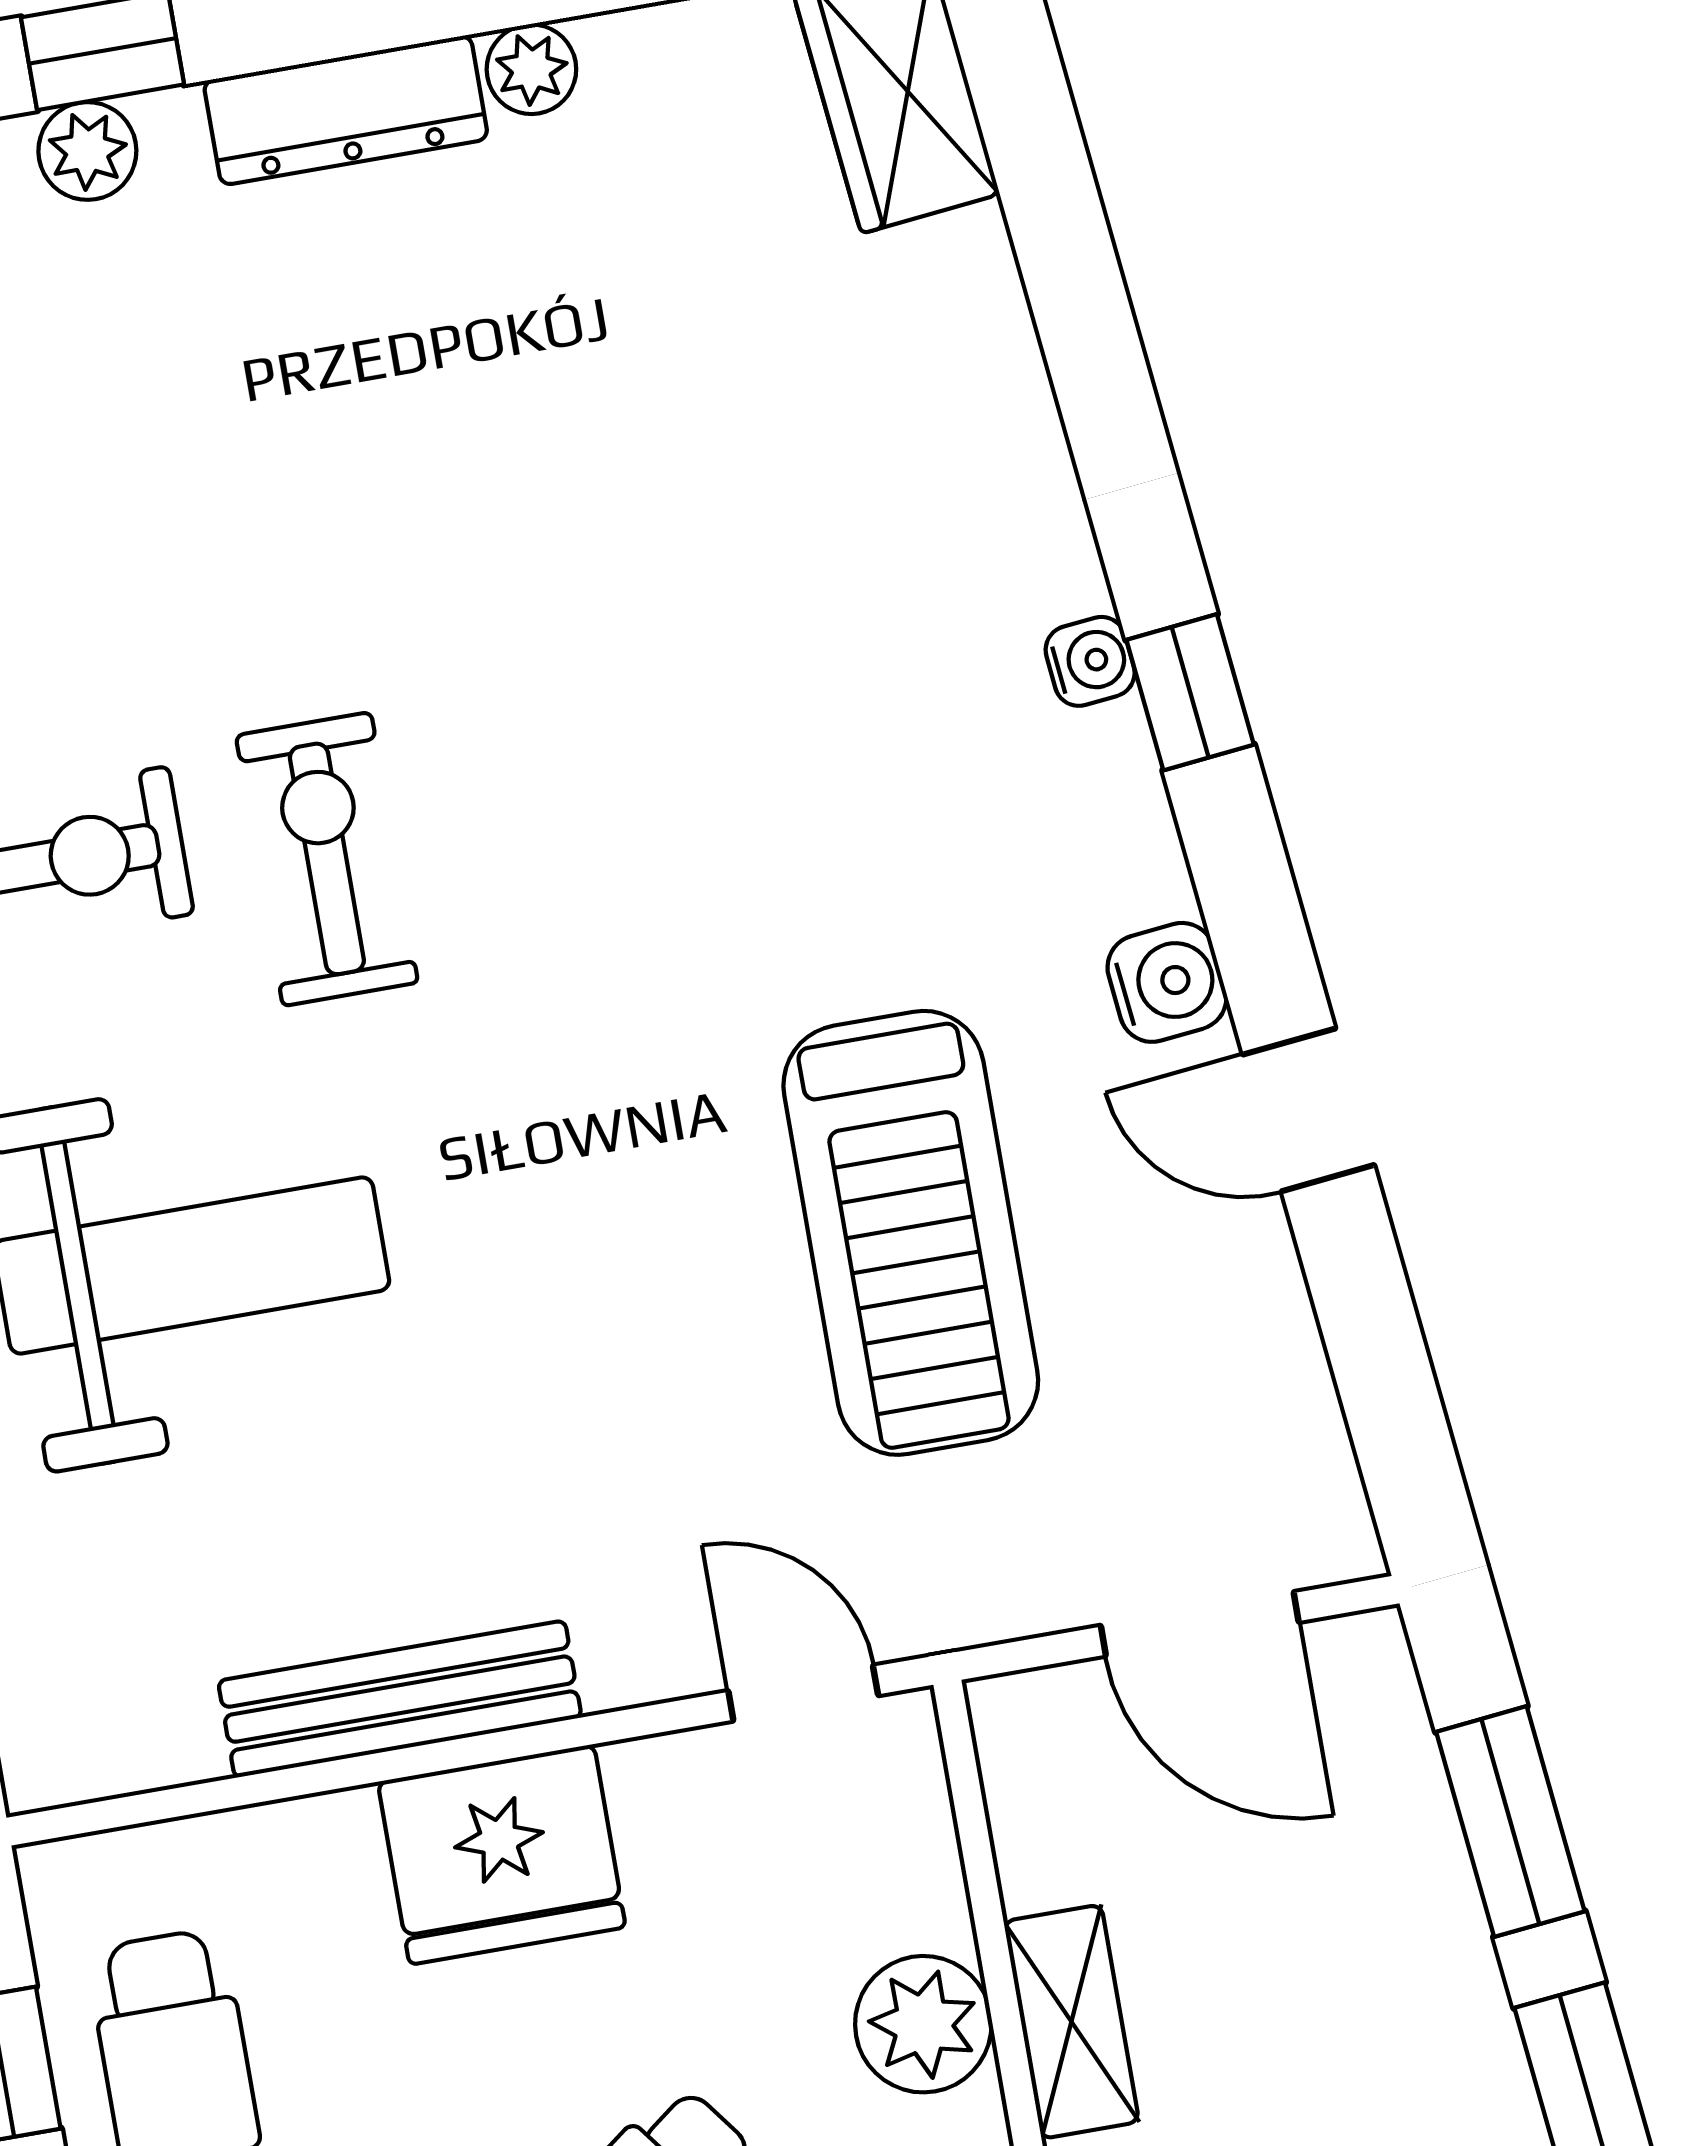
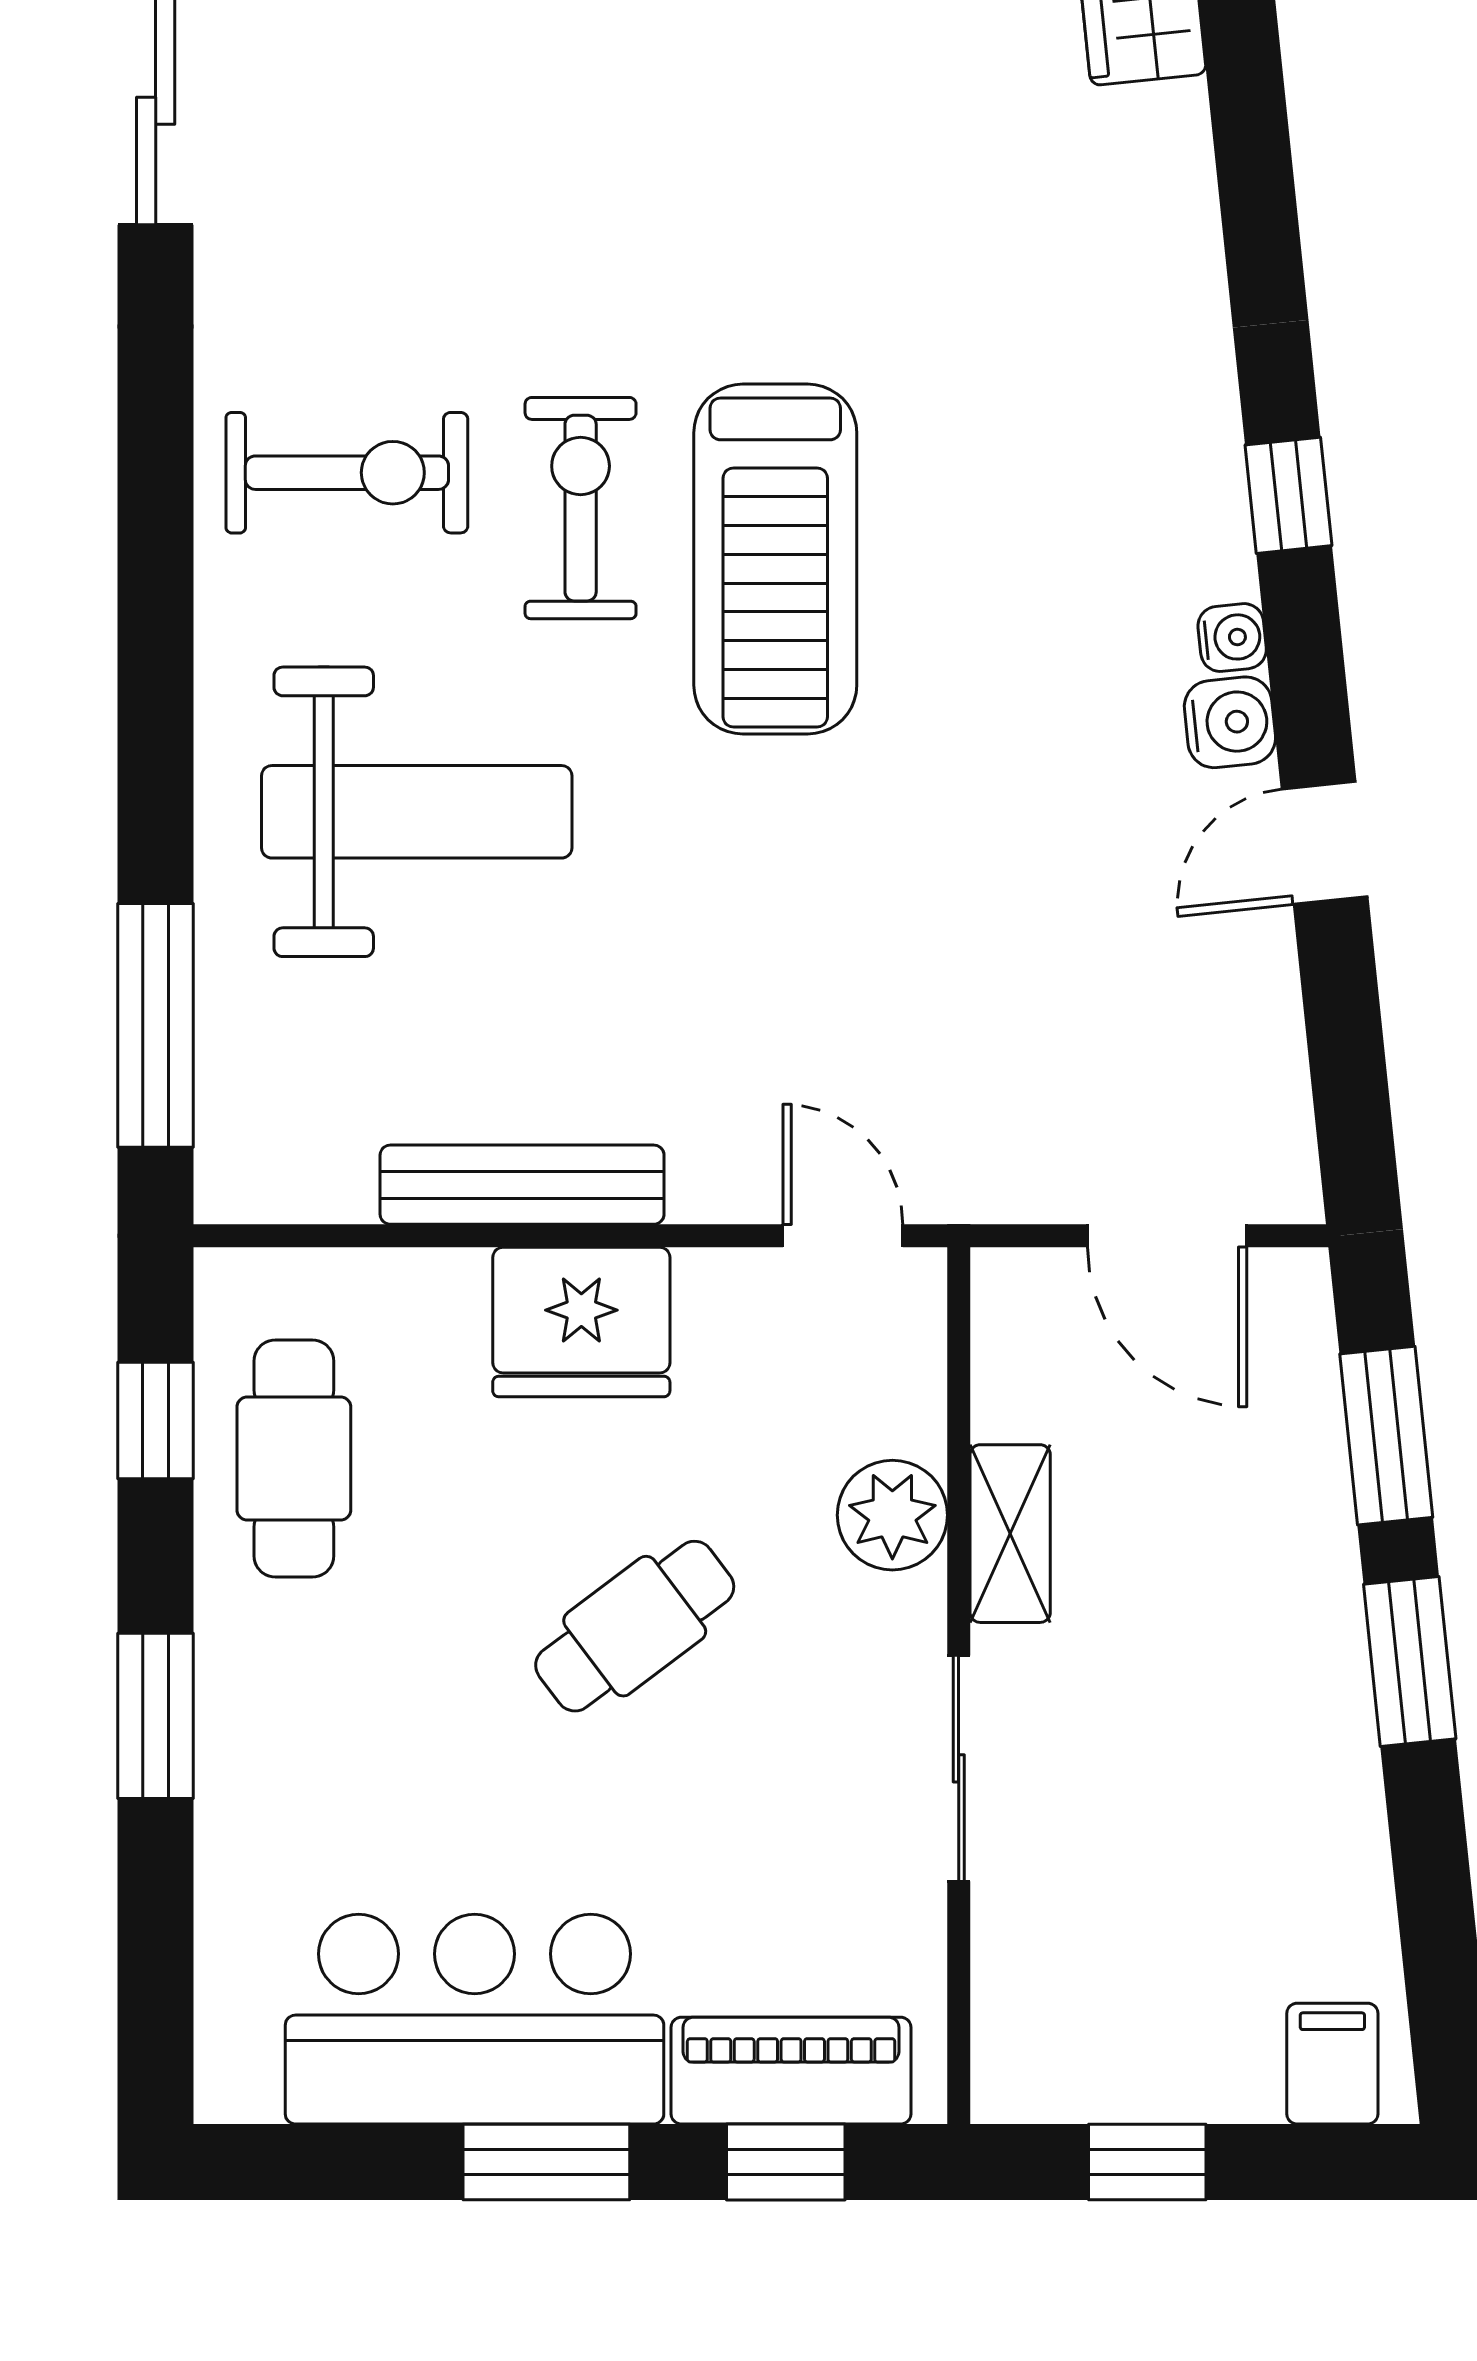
water cooler: (1090, 661) -> (1232, 638), moved
door: (1309, 1110) -> (1325, 843), hinge flipped
treadmill: (911, 1233) -> (775, 559), moved

